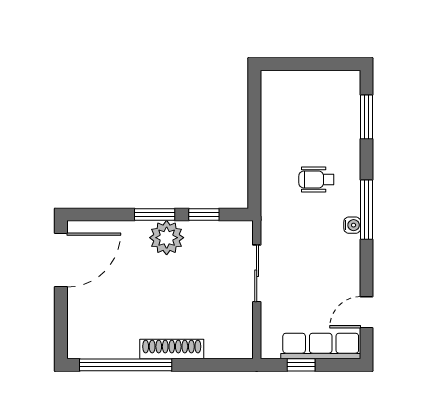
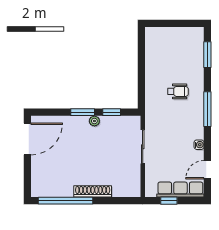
wheelchair: (316, 180) -> (178, 91), turned 180
water cooler: (352, 225) -> (199, 145), moved
plant: (167, 238) -> (94, 121), width x0.53, depth x0.53

